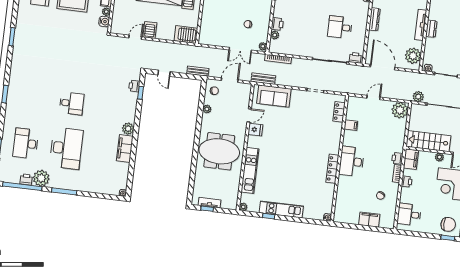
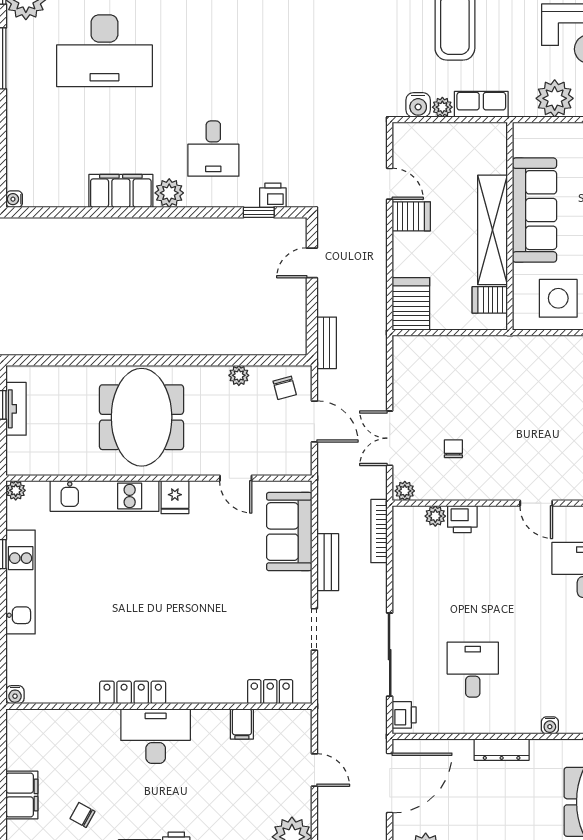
bench: (263, 79) -> (328, 562), moved
desk: (72, 103) -> (213, 149), moved
fridge: (255, 130) -> (175, 497), moved

